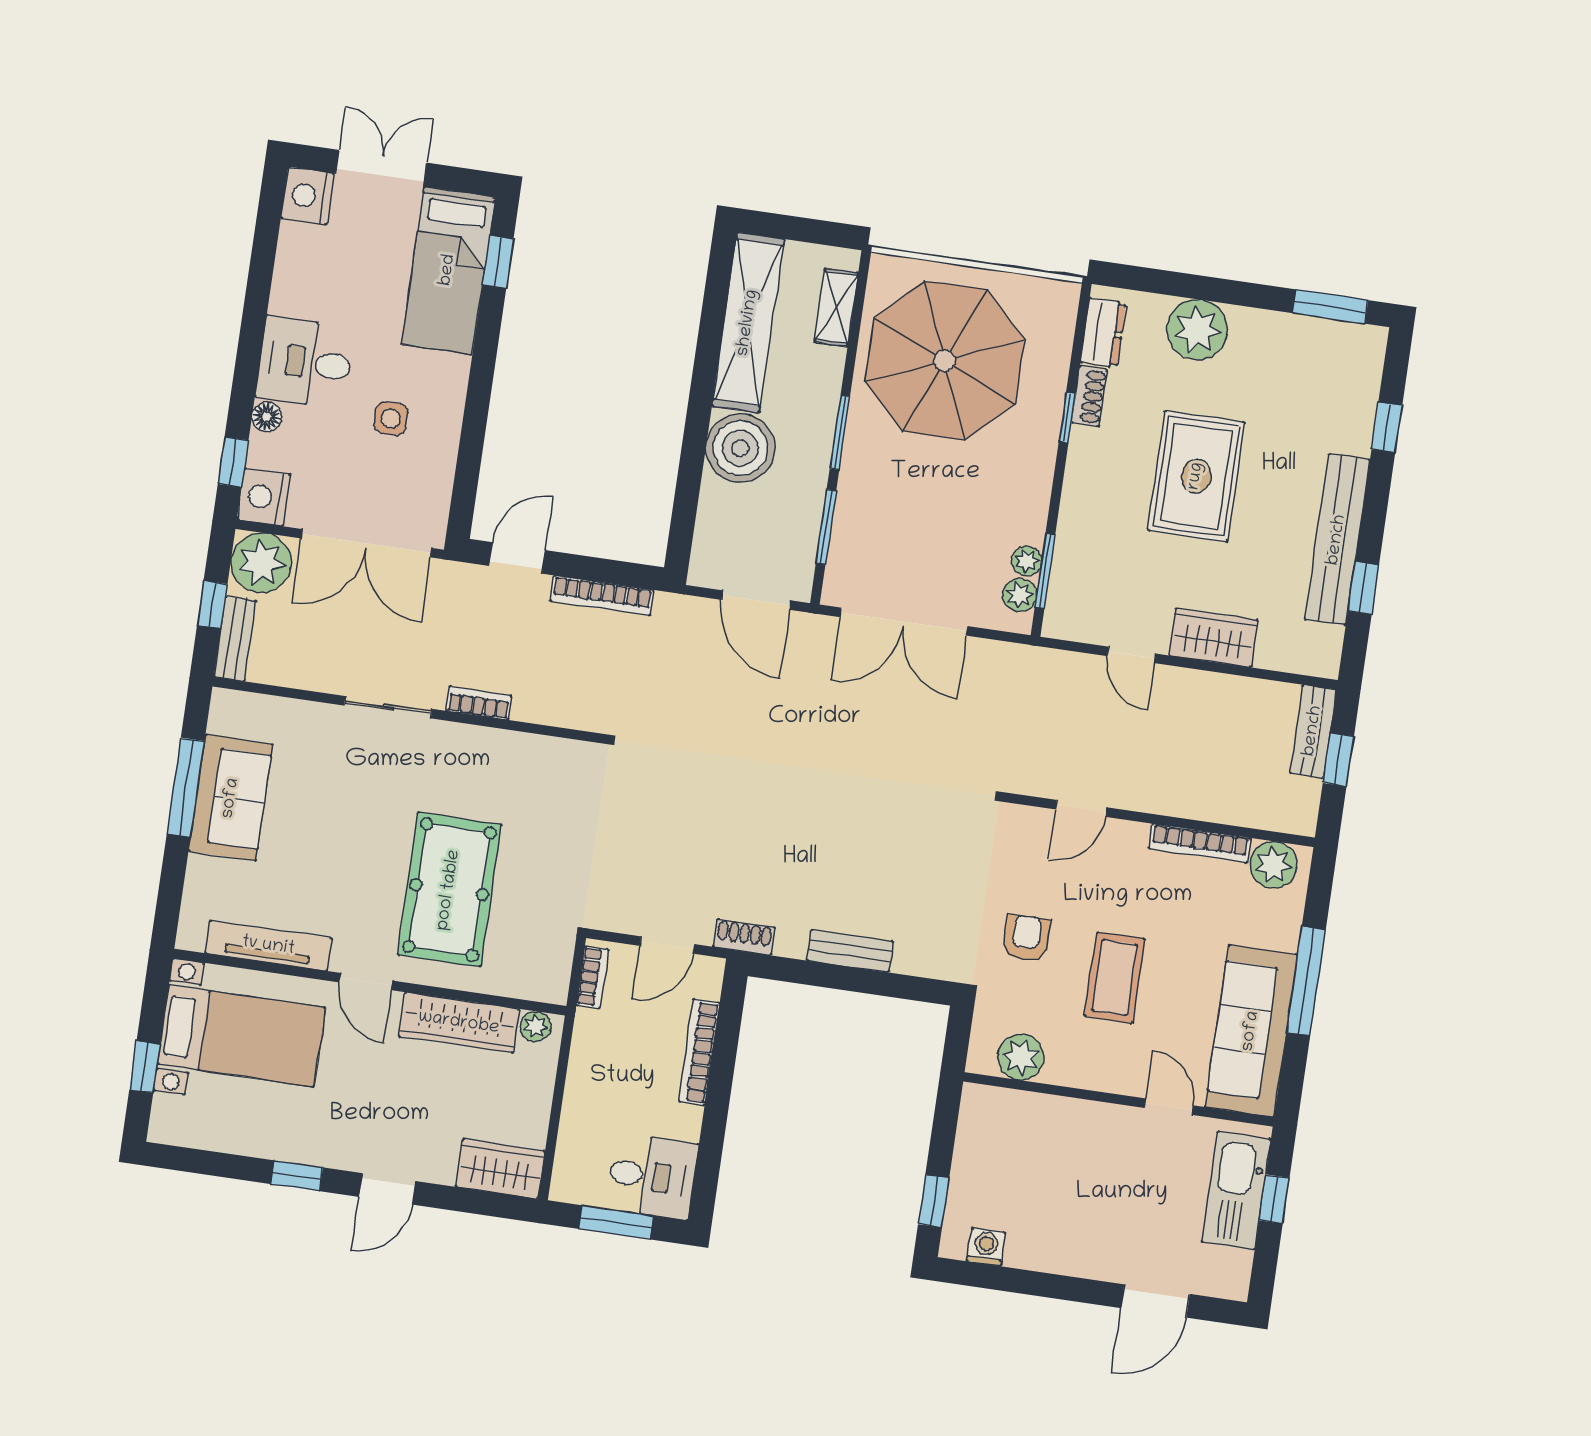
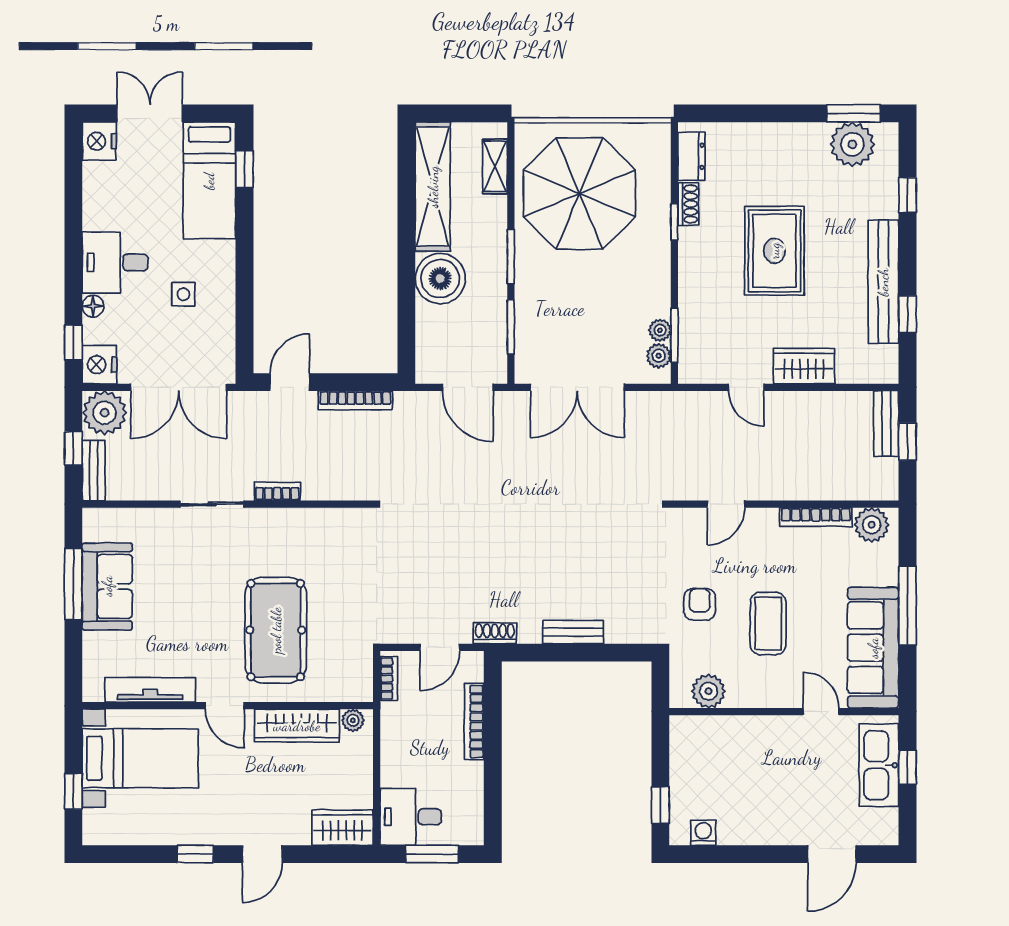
plant: (1197, 330) -> (852, 144), moved
desk: (652, 1176) -> (411, 817), moved, turned 180

